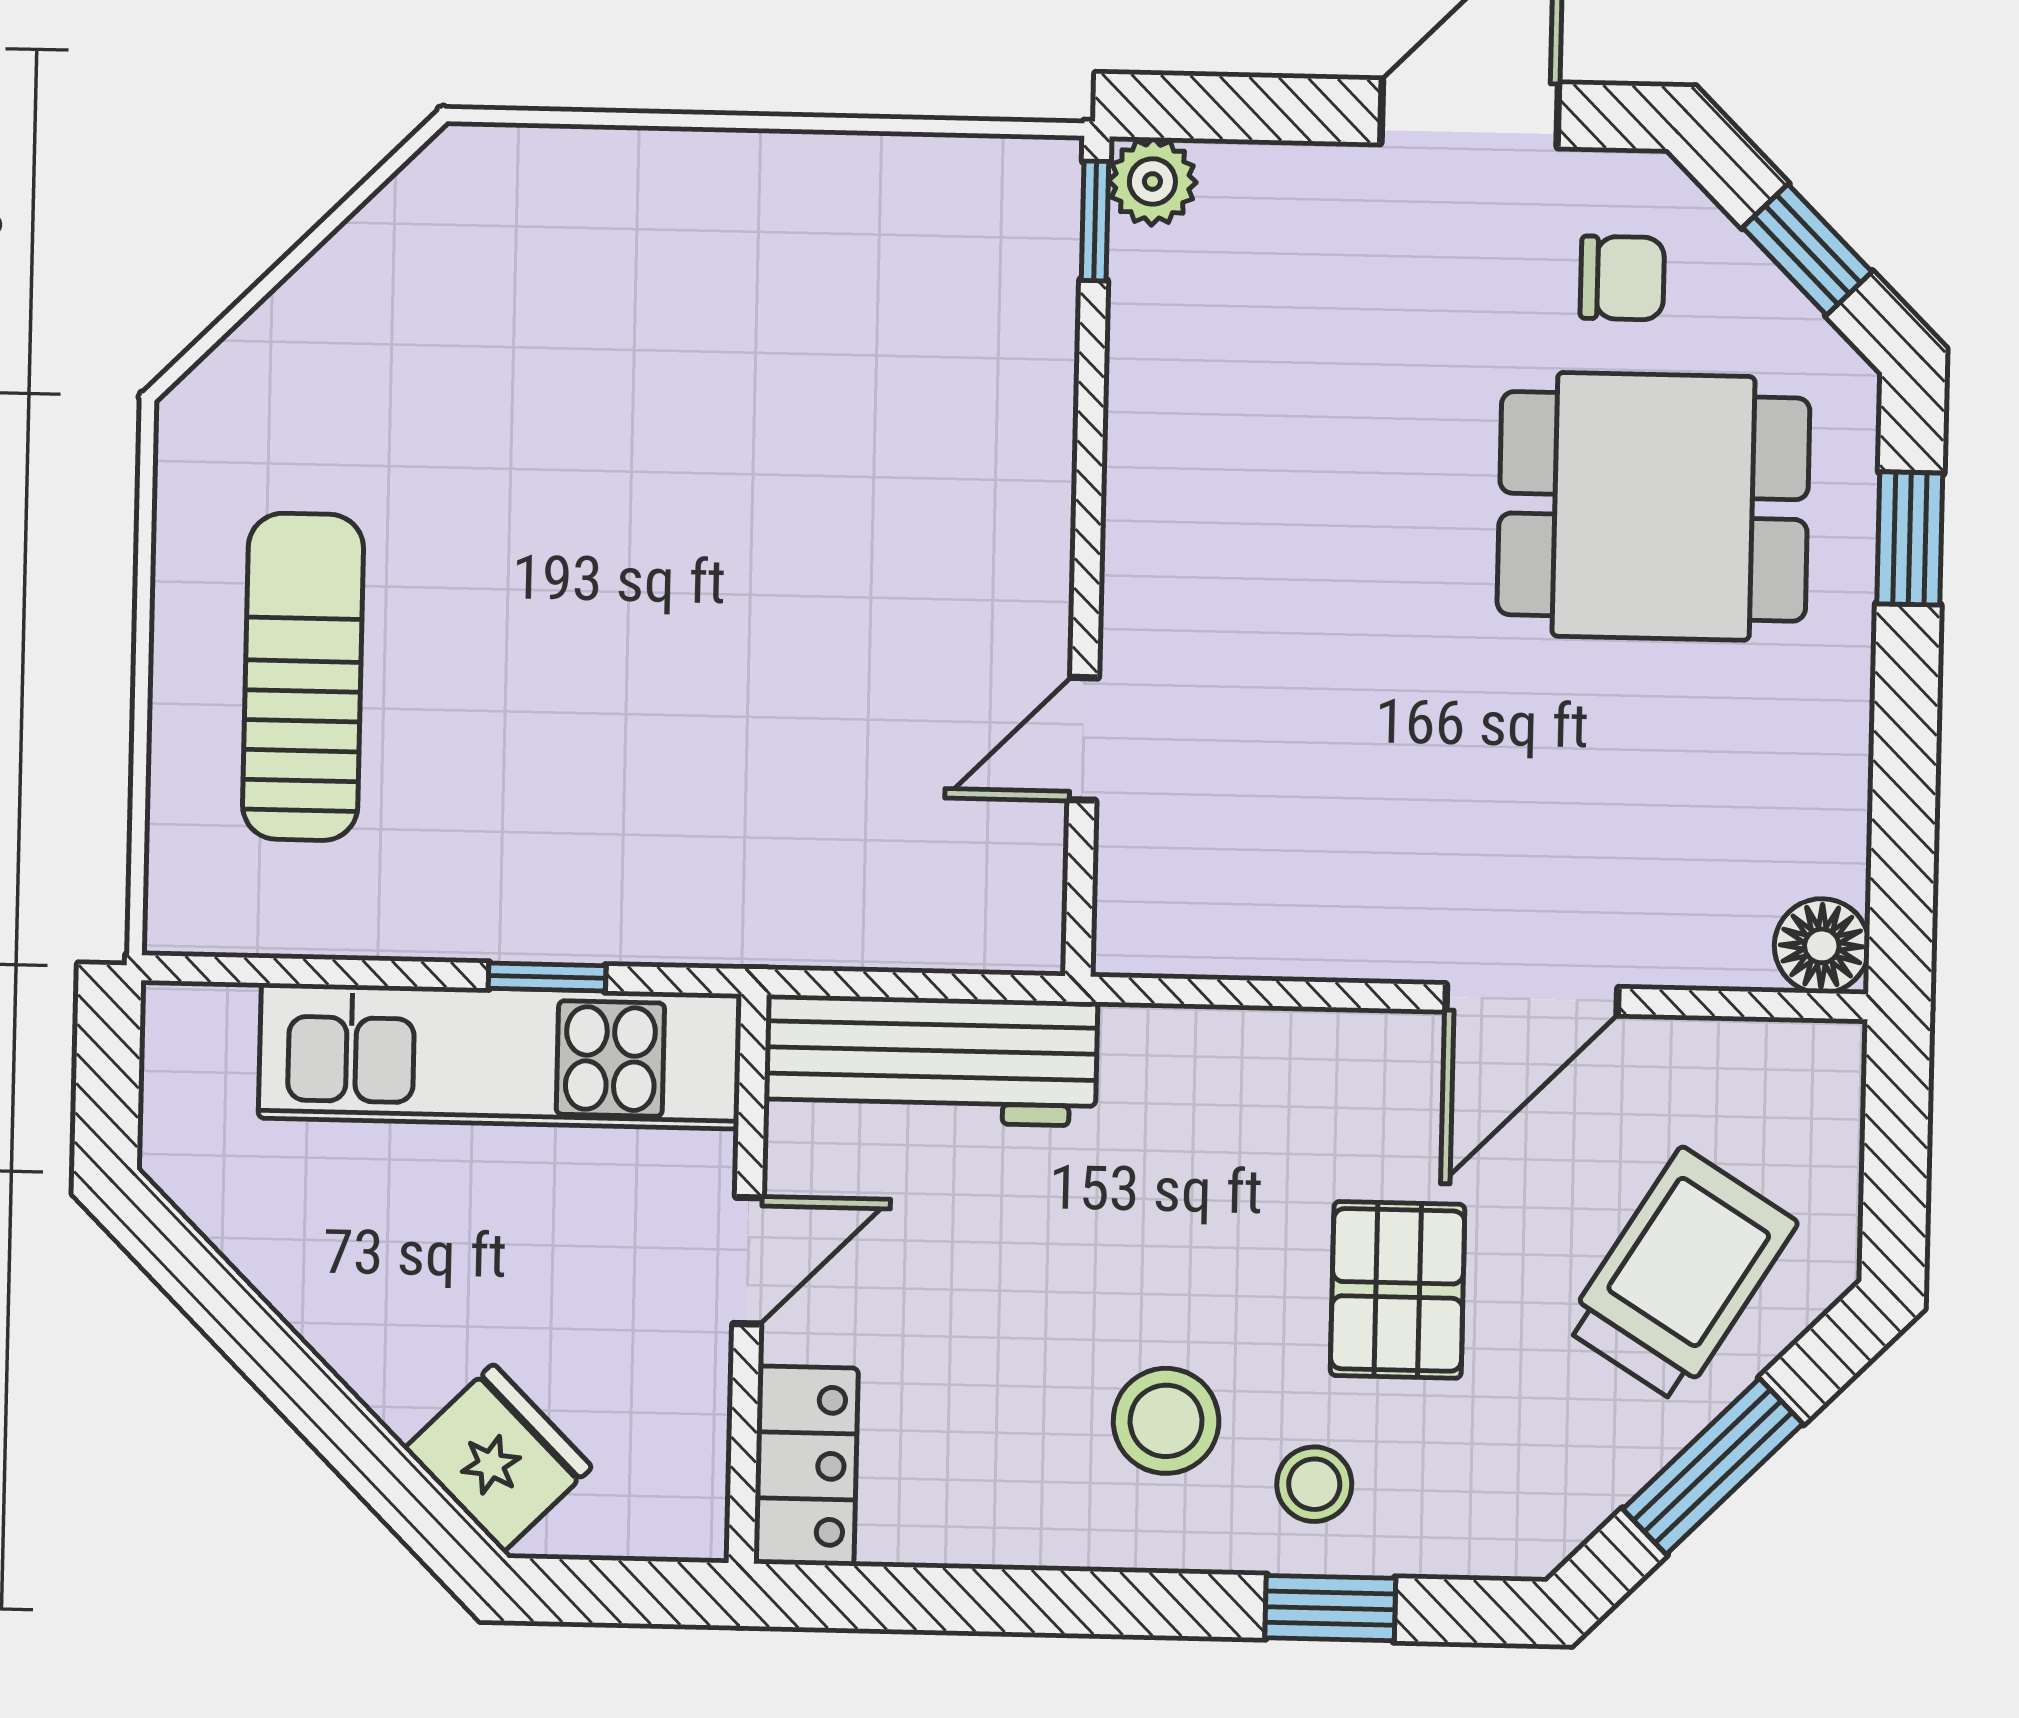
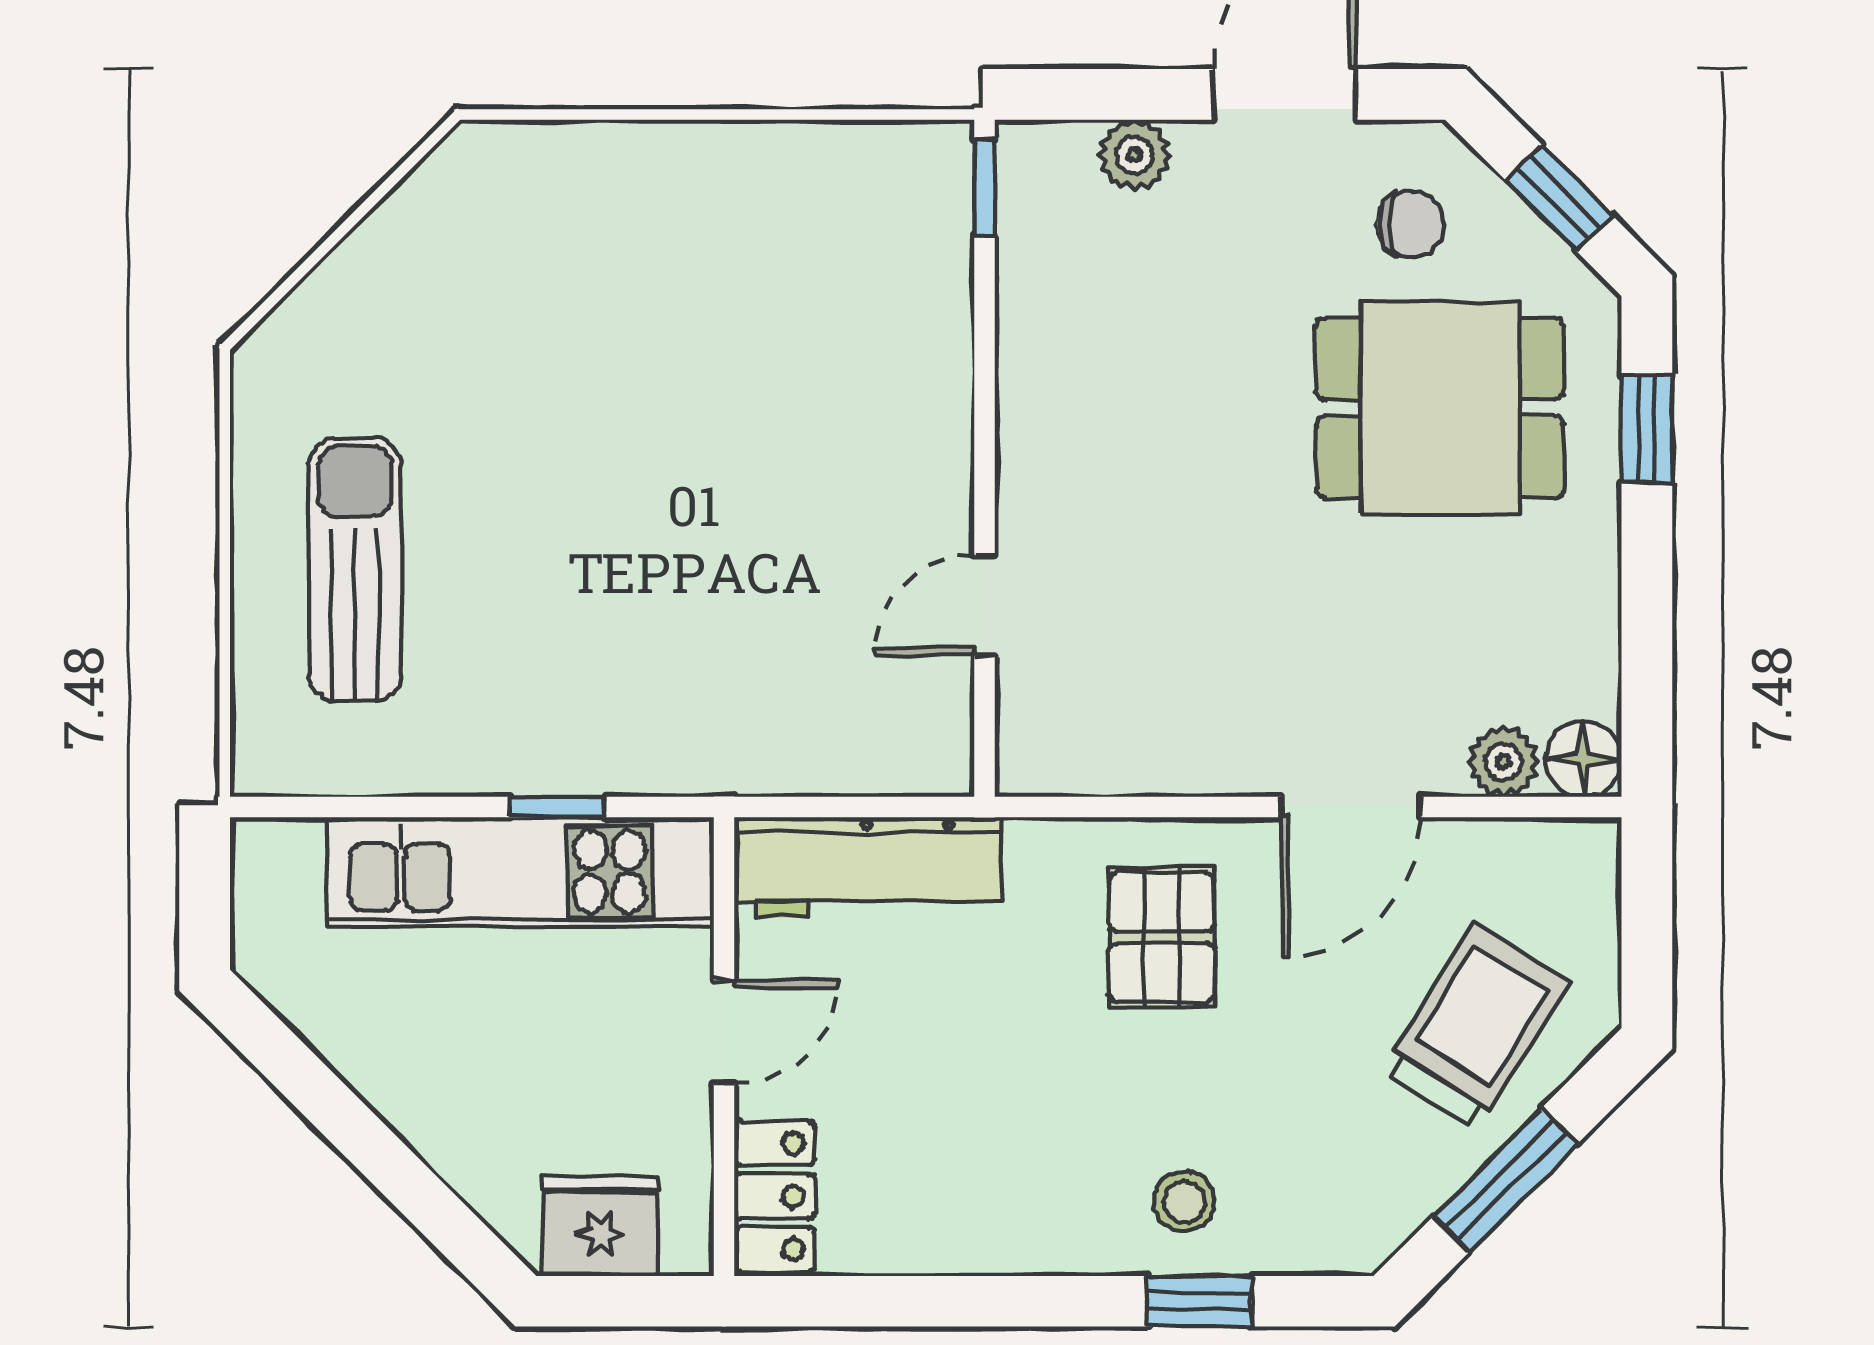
plant: (1152, 181) -> (1134, 155), moved
plant: (1722, 947) -> (1503, 762), added
pallet: (1398, 1290) -> (1162, 937), moved
stool: (1166, 1421) -> (1064, 1153), removed
fridge: (498, 1458) -> (600, 1226), moved, turned -45

